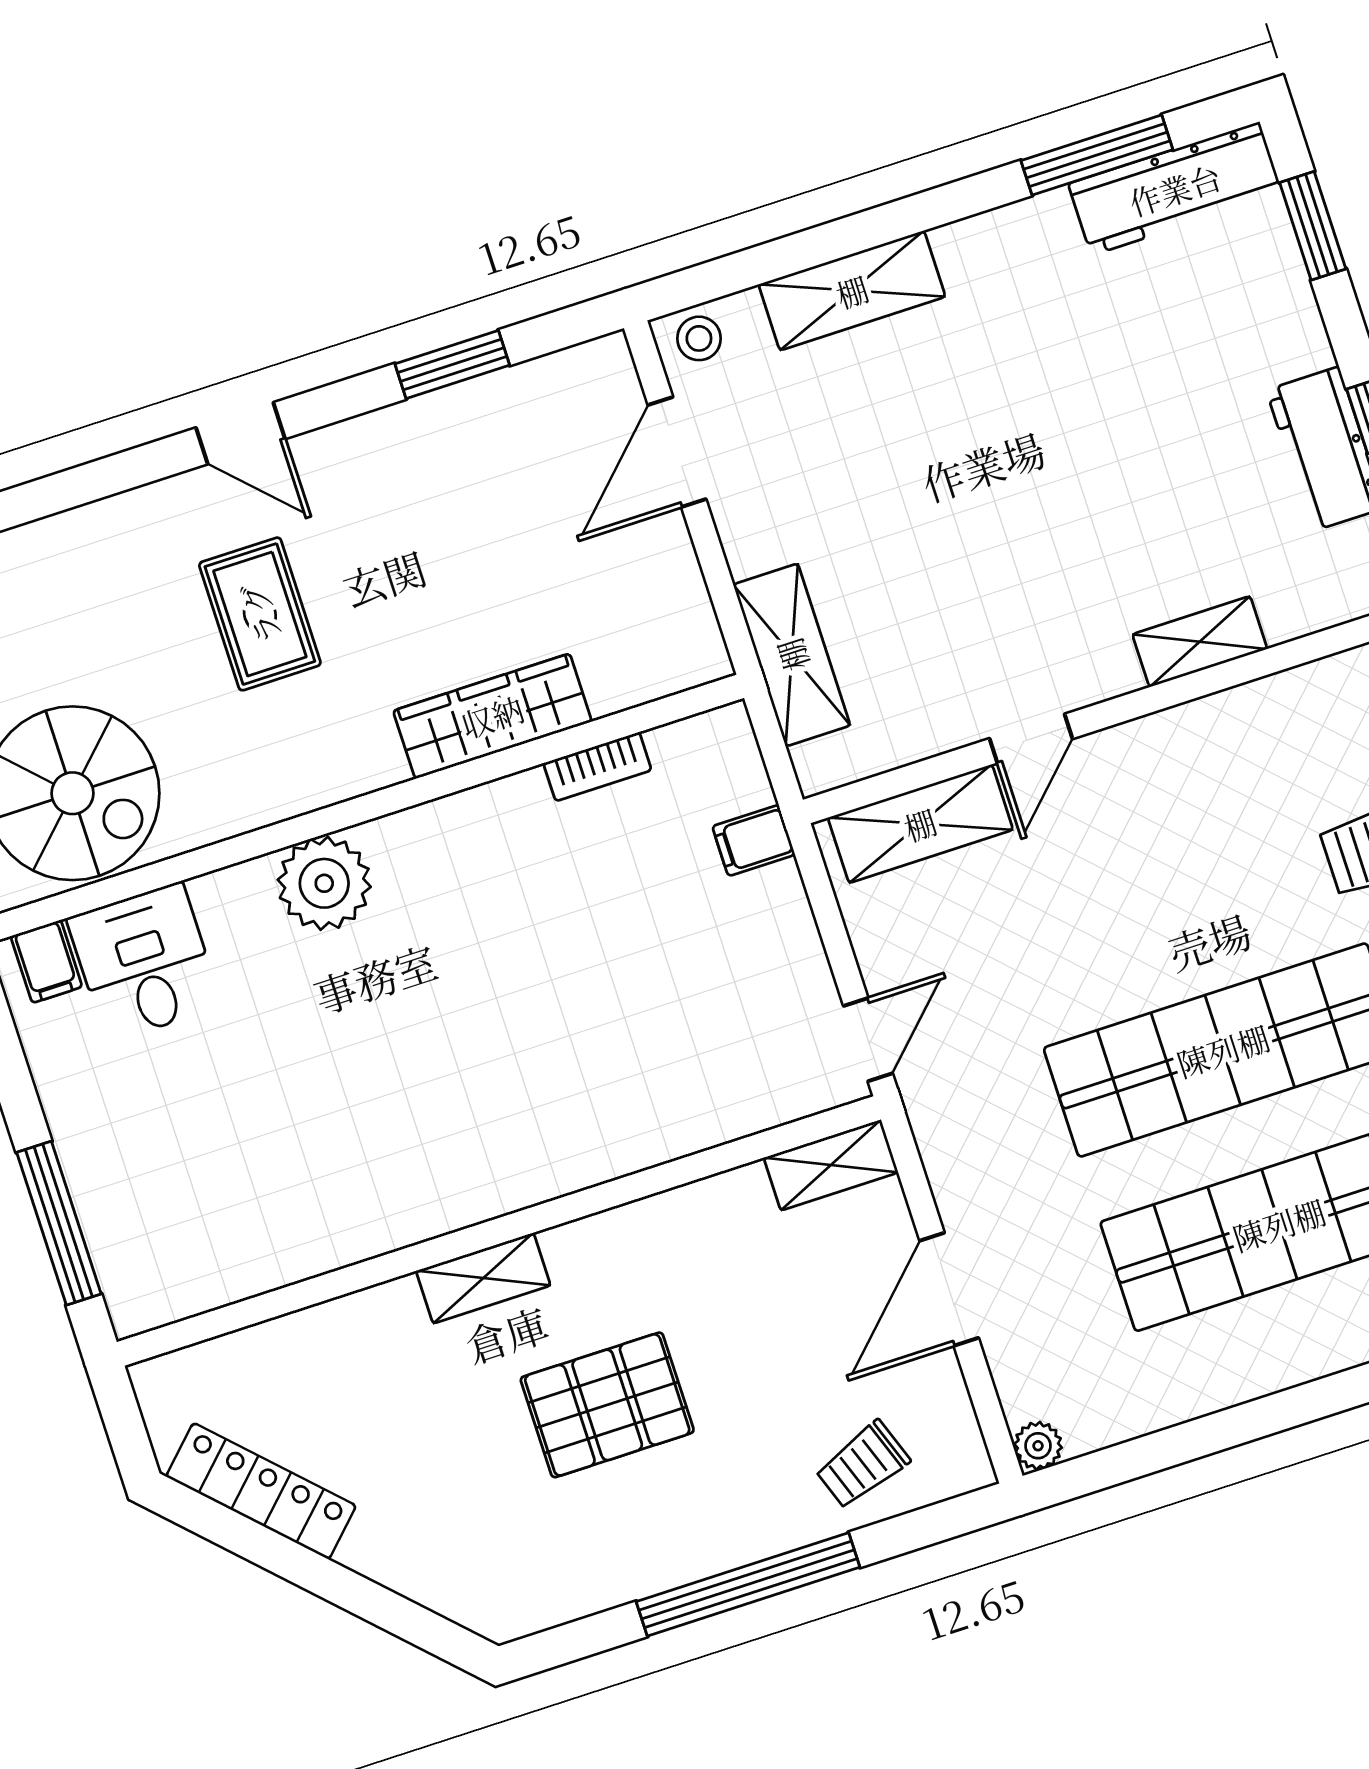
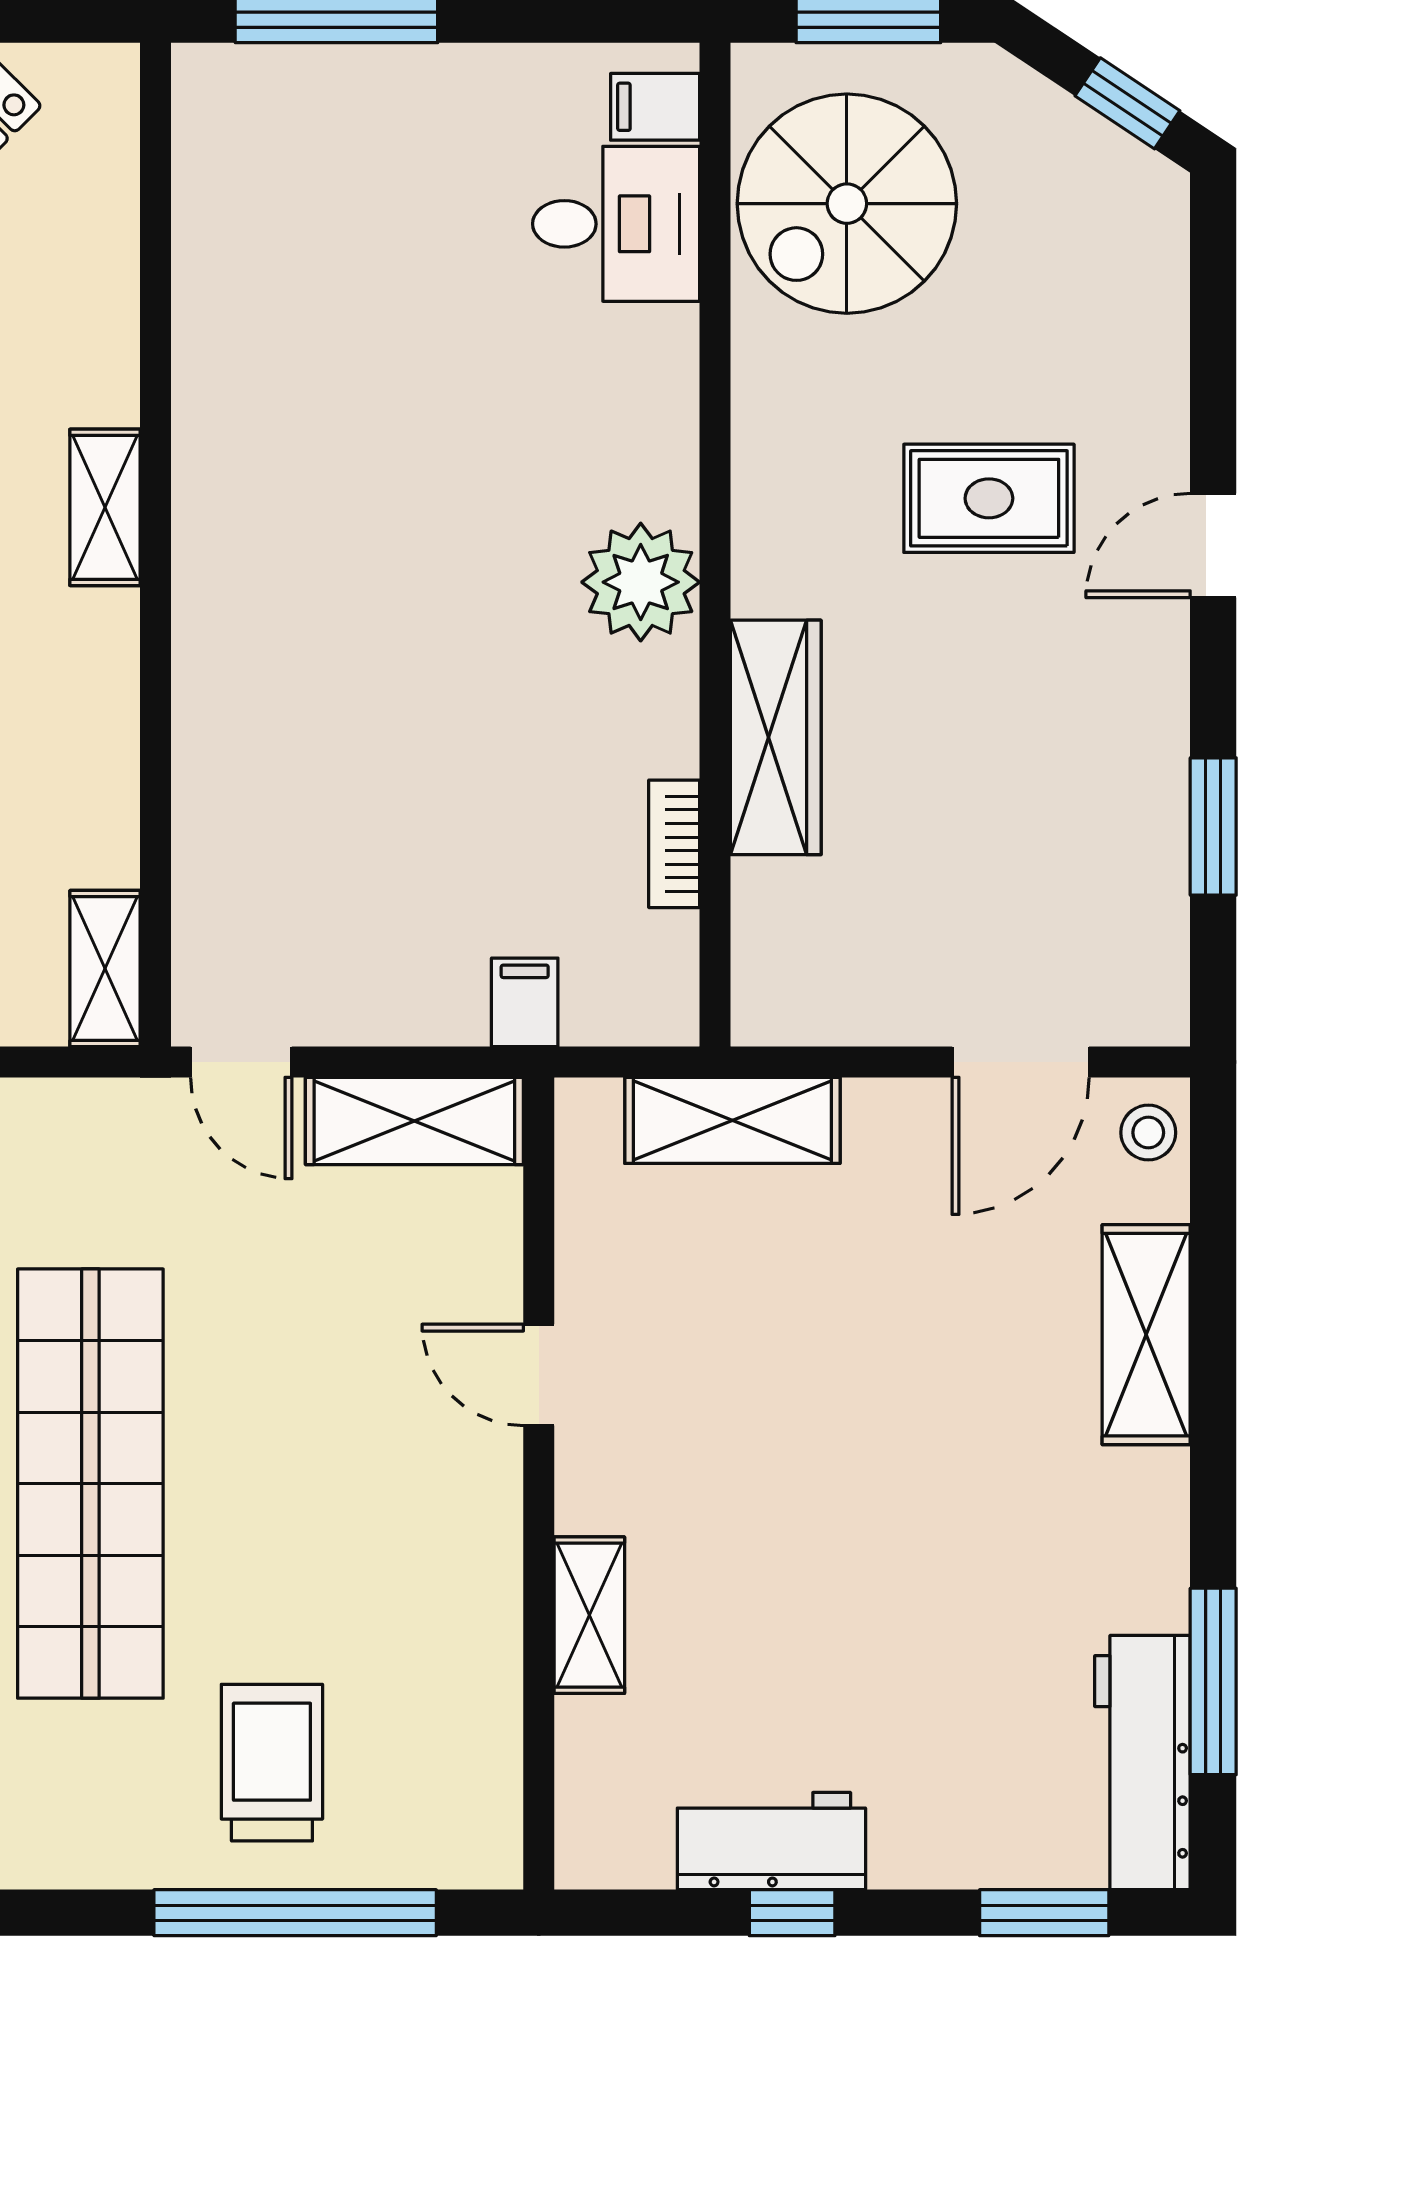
door: (677, 452) -> (1021, 1062), swing flipped
shelving: (920, 824) -> (414, 1121), moved, turned 90
plant: (324, 883) -> (641, 582), moved

